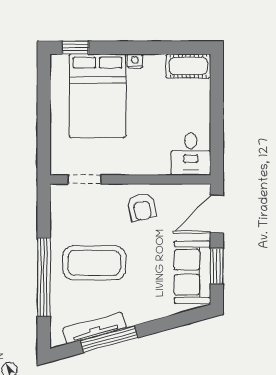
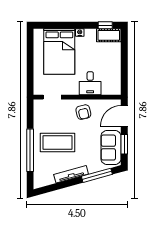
window: (75, 48) -> (105, 25), moved
desk: (191, 154) -> (90, 83), moved
tv unit: (94, 328) -> (71, 174), moved
window: (109, 339) -> (97, 175), moved

